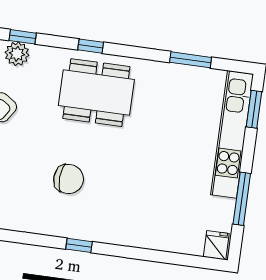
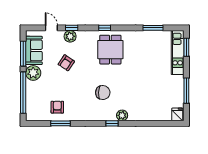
dining table: (96, 93) -> (110, 50), width x0.73
kitchen unit: (232, 134) -> (178, 53), width x0.73
plant: (102, 232) -> (122, 115), added

